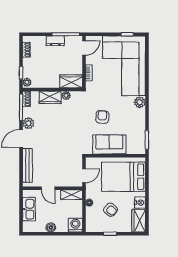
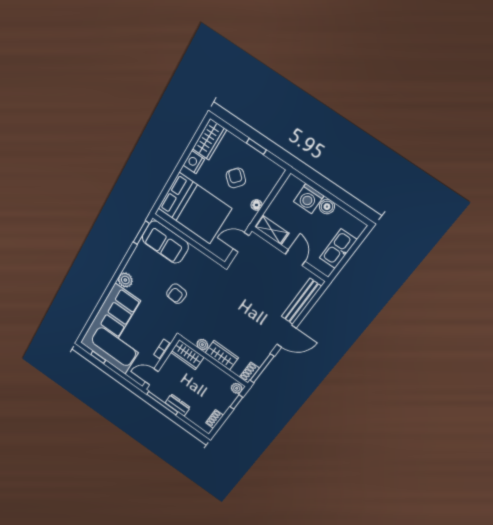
plant: (28, 123) -> (266, 346), removed
sofa: (109, 144) -> (165, 242), moved
washing machine: (75, 225) -> (309, 199), moved

